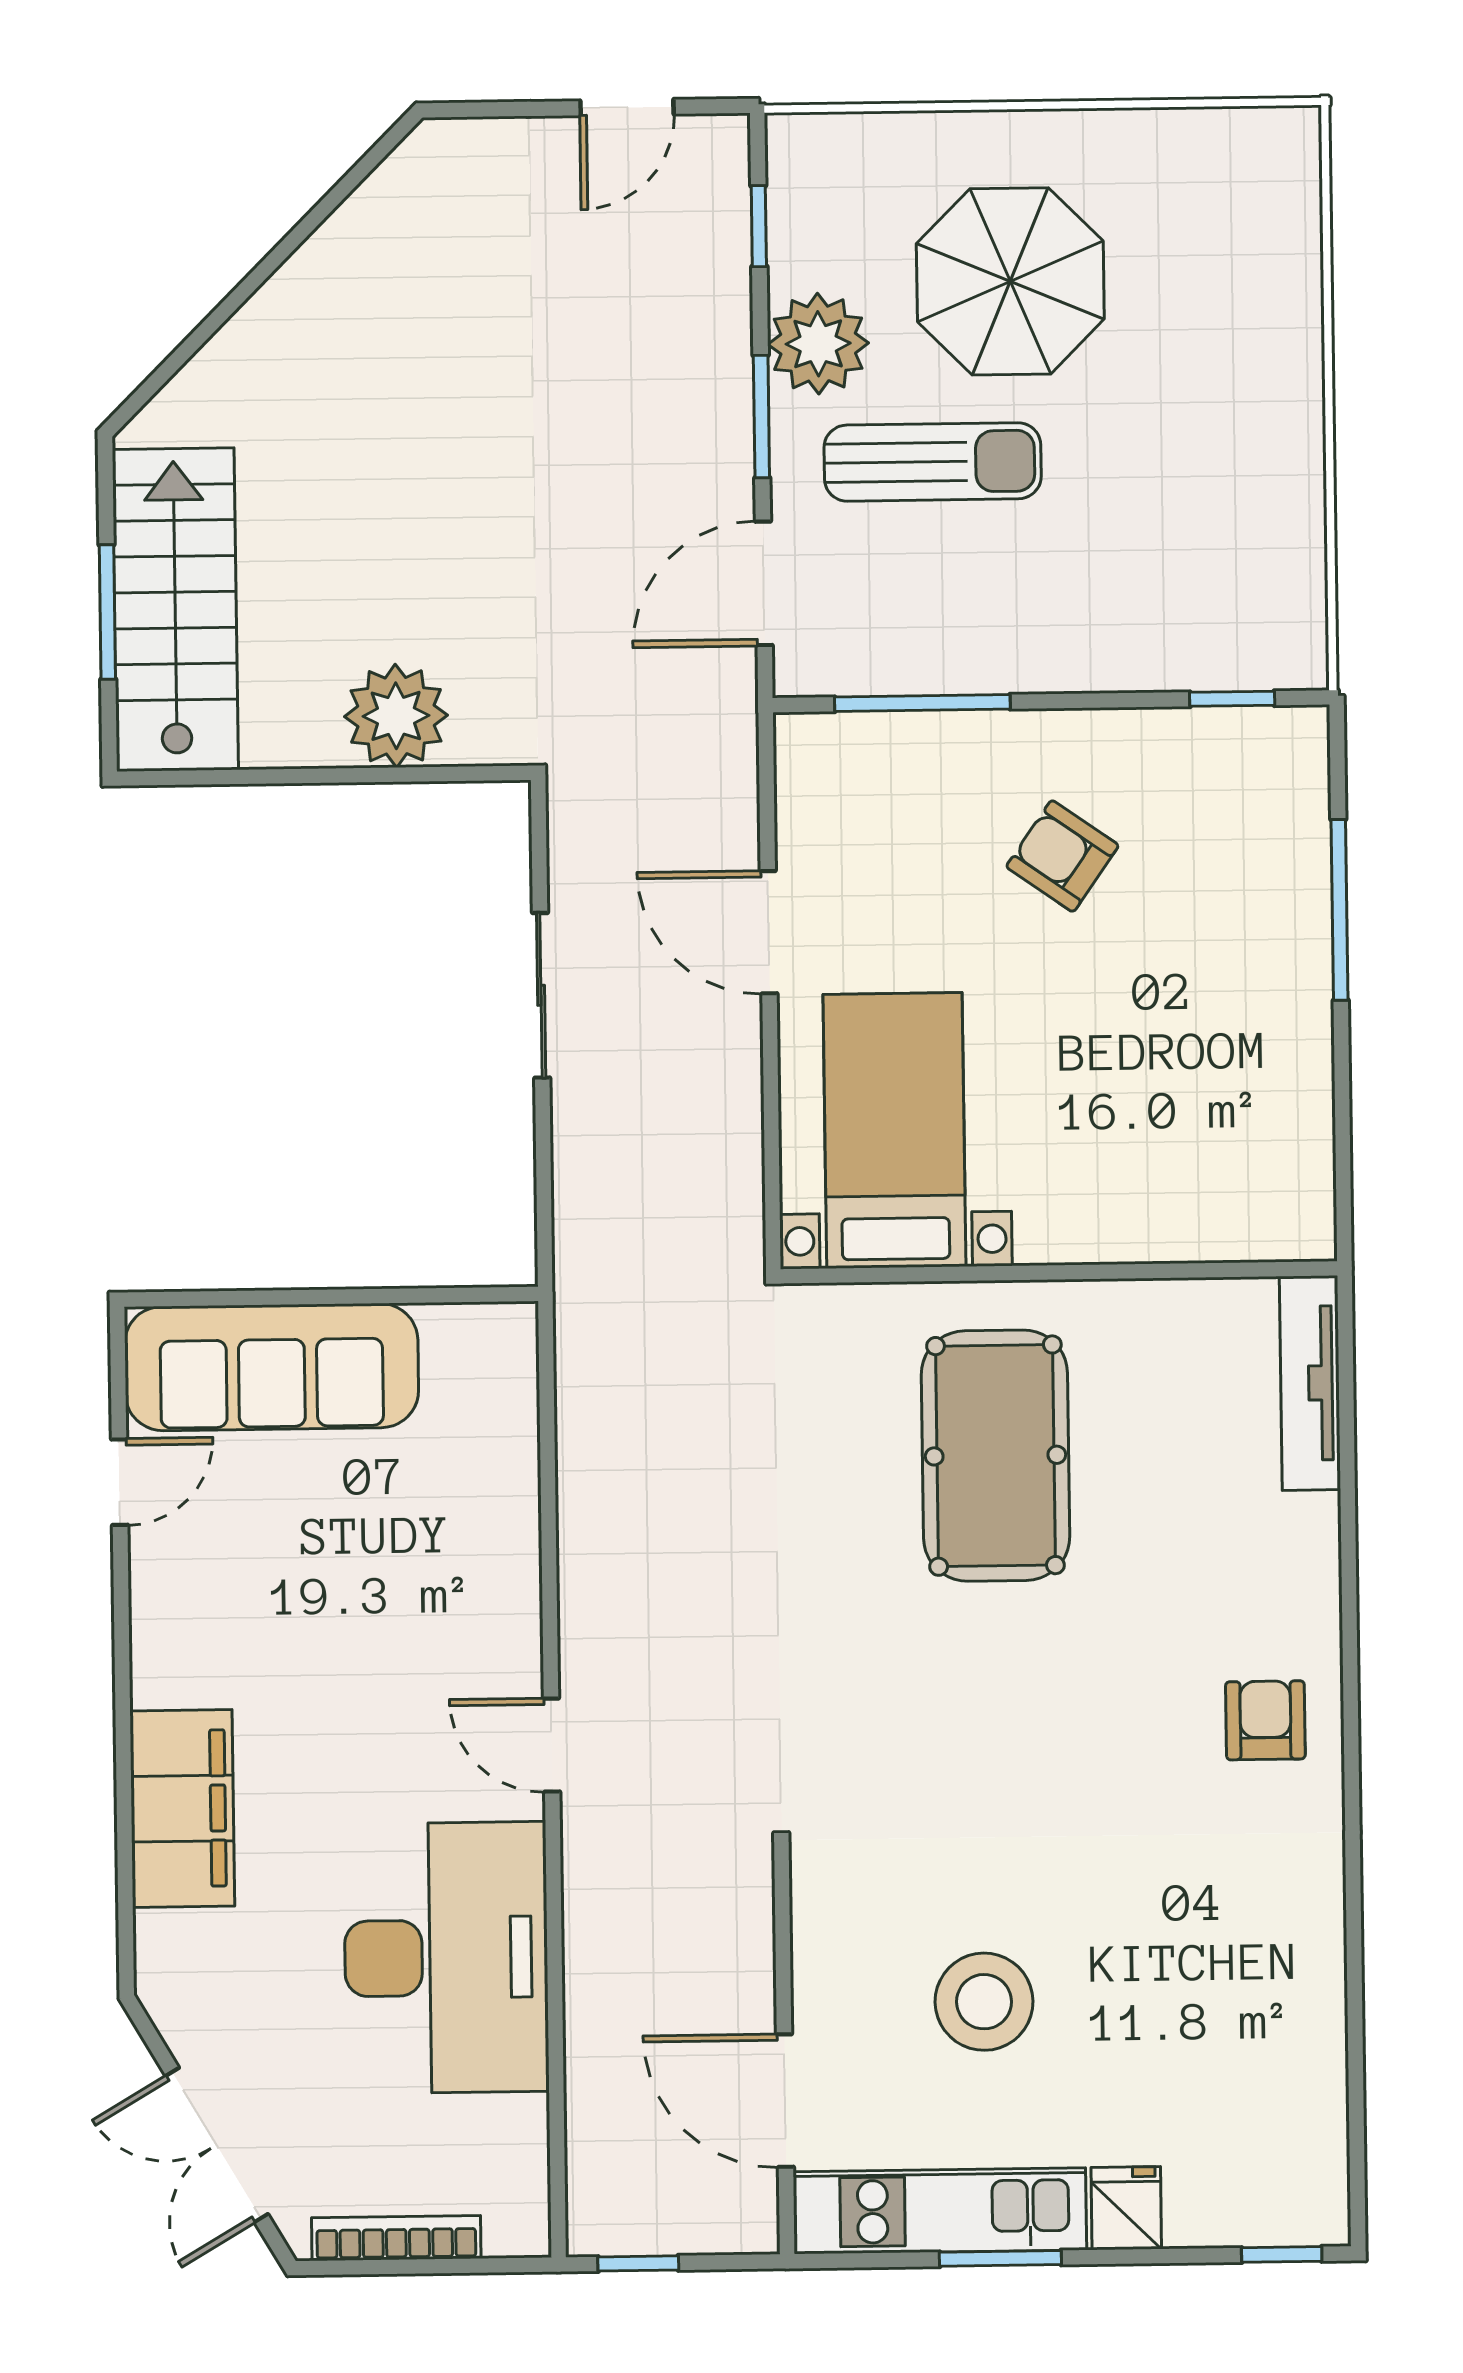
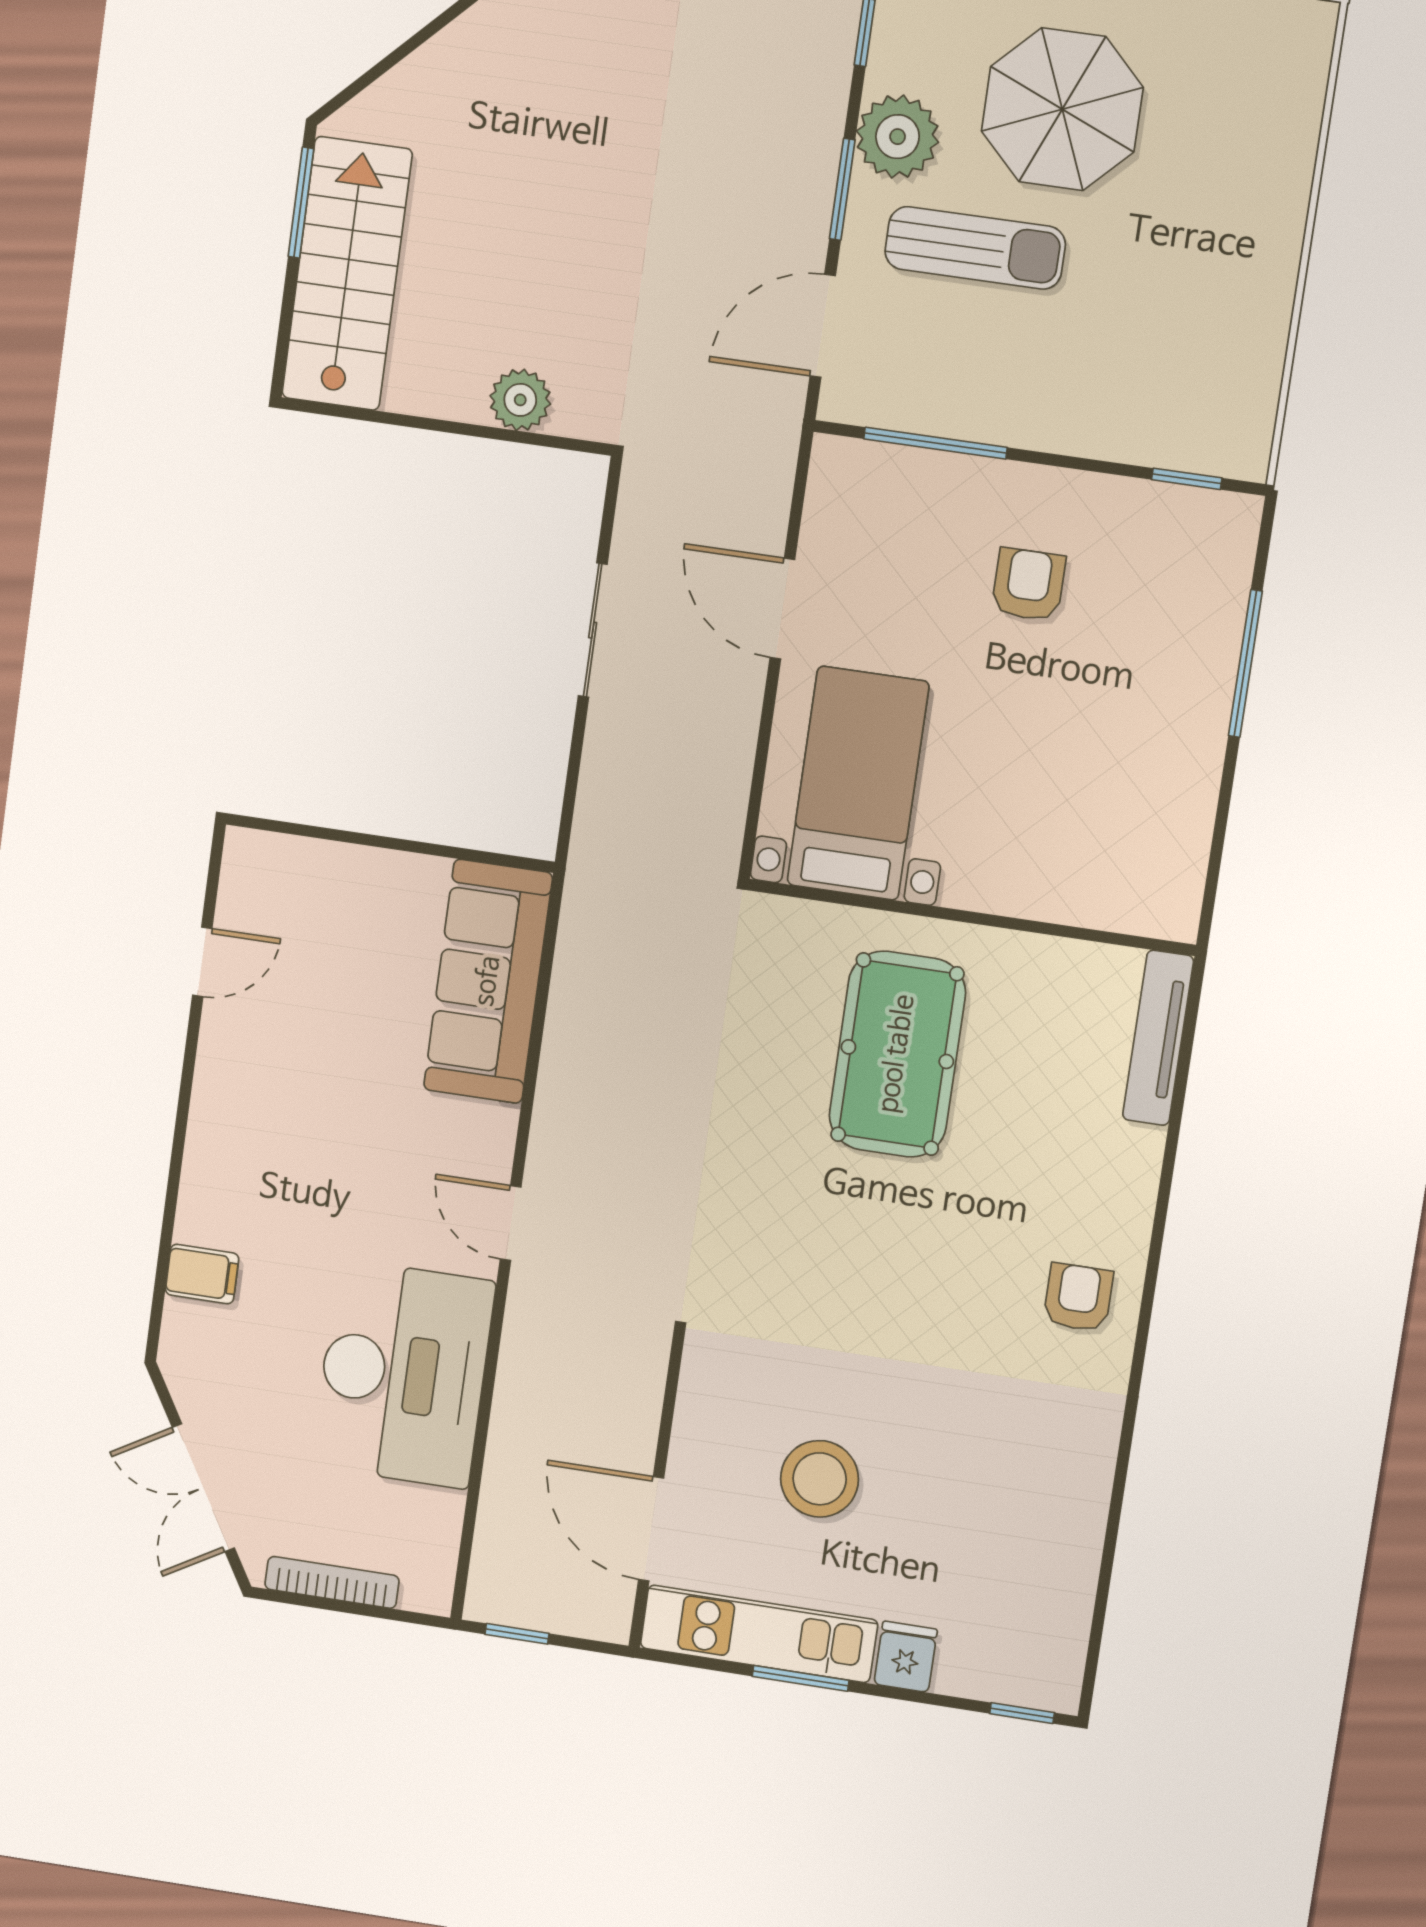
window: (107, 612) -> (301, 203), moved
plant: (396, 716) -> (520, 400), width x0.73, depth x0.73
armchair: (1062, 856) -> (1028, 585), turned 55
sofa: (272, 1367) -> (488, 981), moved, turned 90
filing cabinet: (182, 1808) -> (202, 1274), width x0.33, depth x0.86

